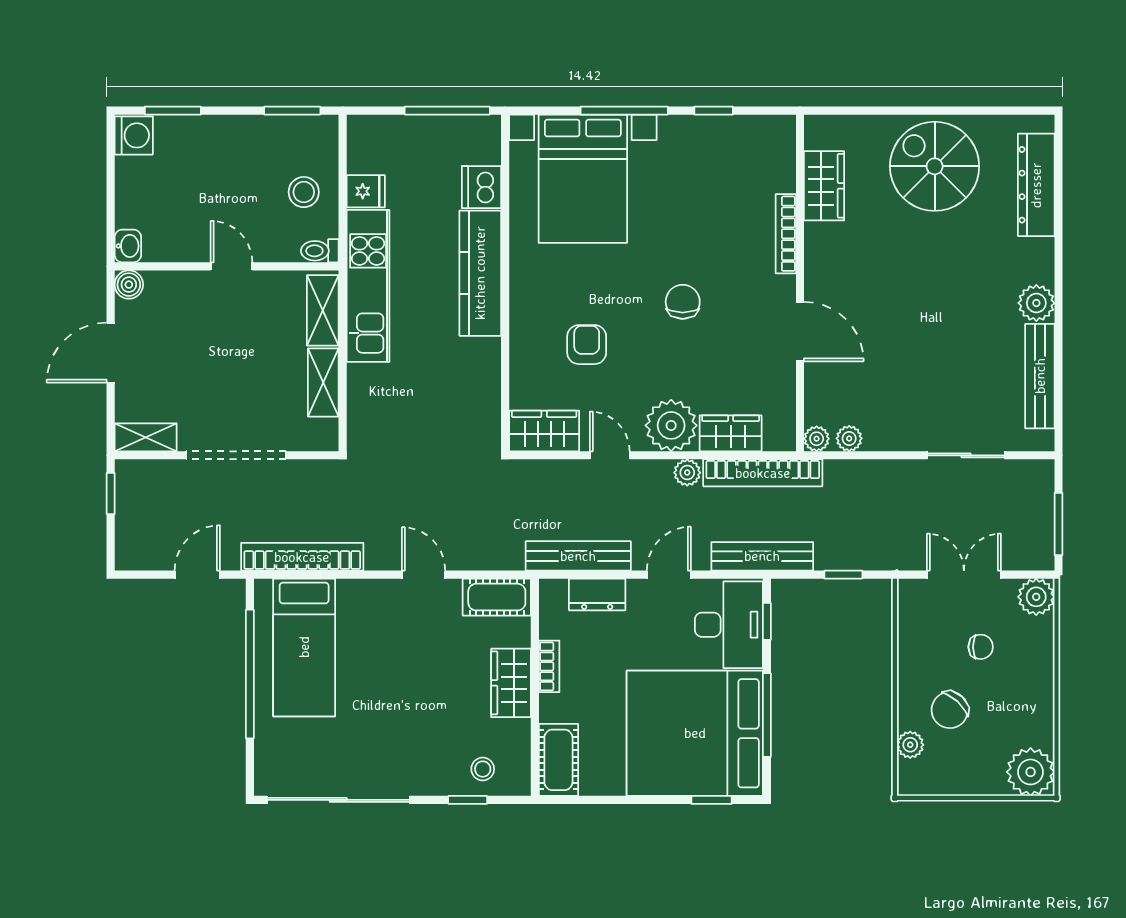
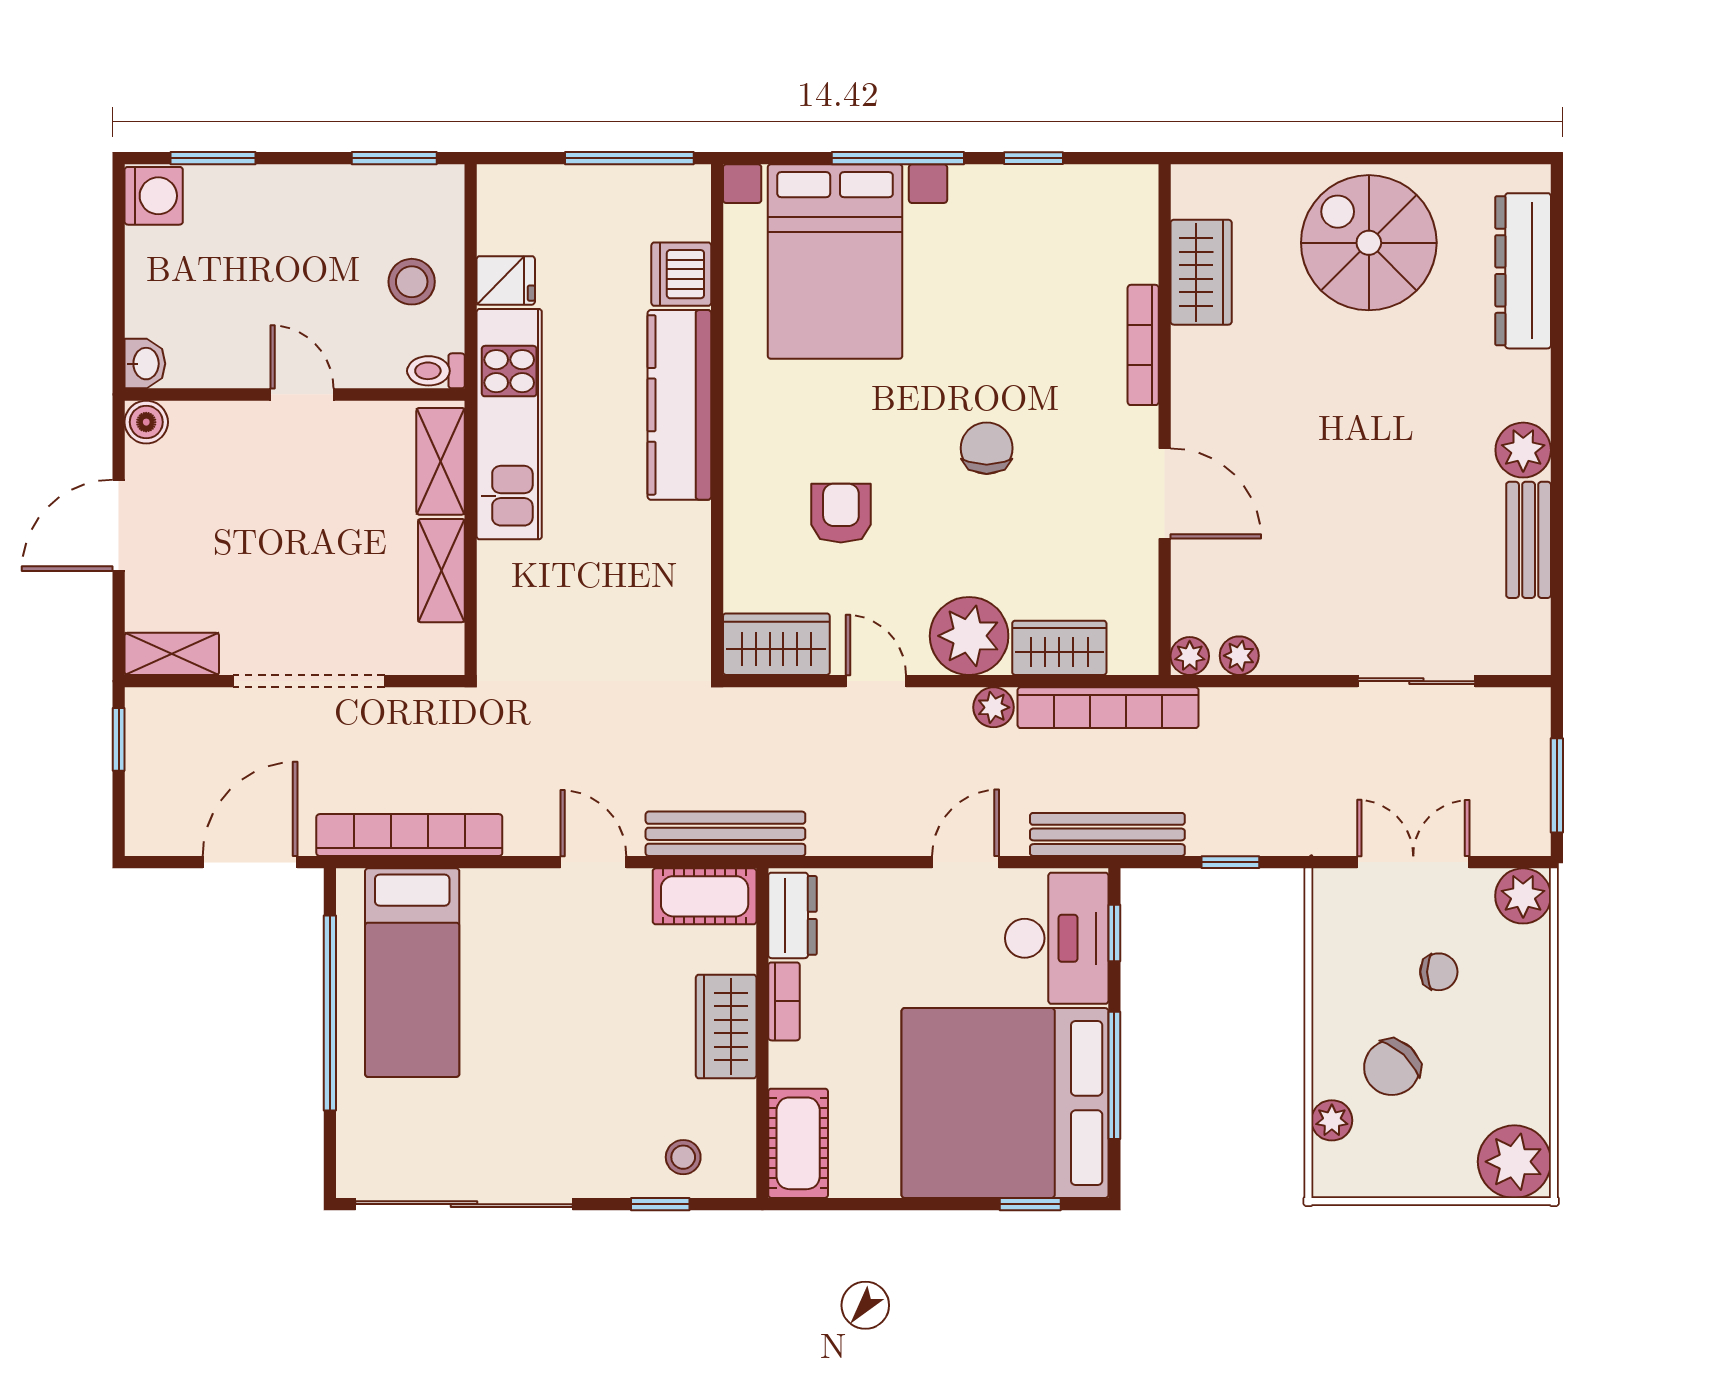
bench: (1040, 376) -> (1529, 540), width x0.73
bench: (578, 556) -> (725, 834), moved
door: (197, 575) -> (250, 862), width x1.38
dresser: (597, 594) -> (792, 915), moved, turned -90

